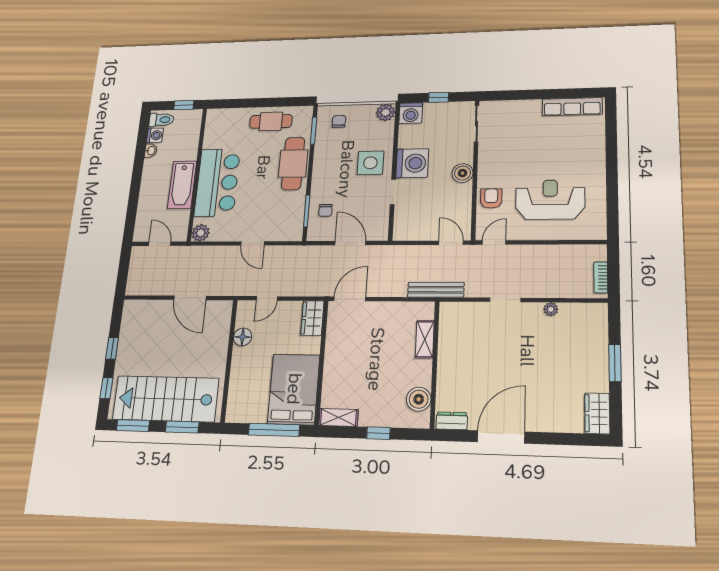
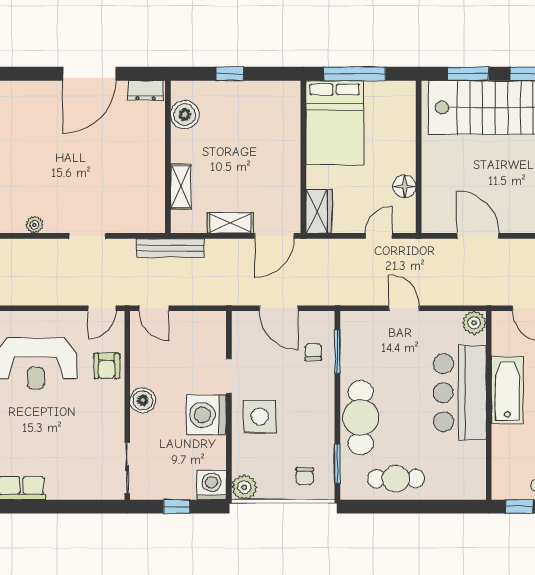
shelving: (338, 417) -> (230, 223), moved

